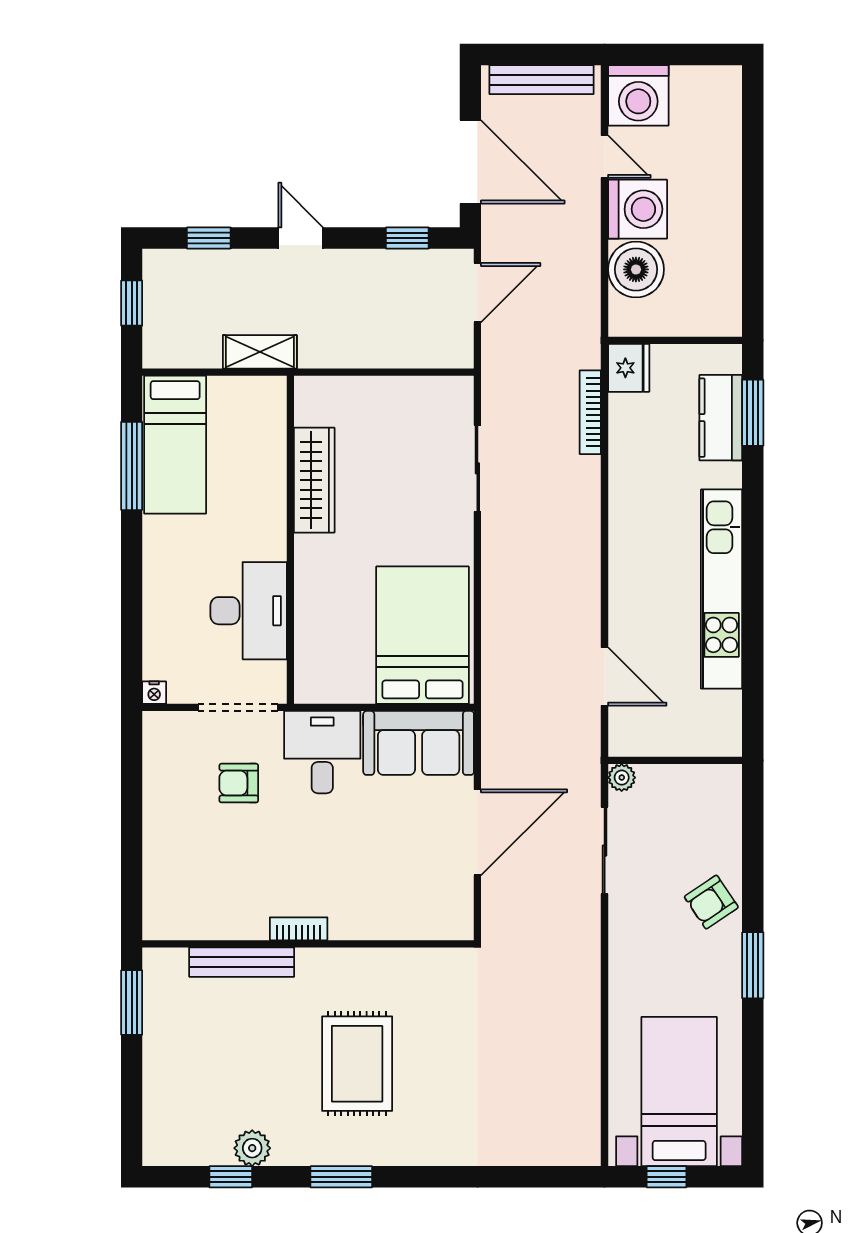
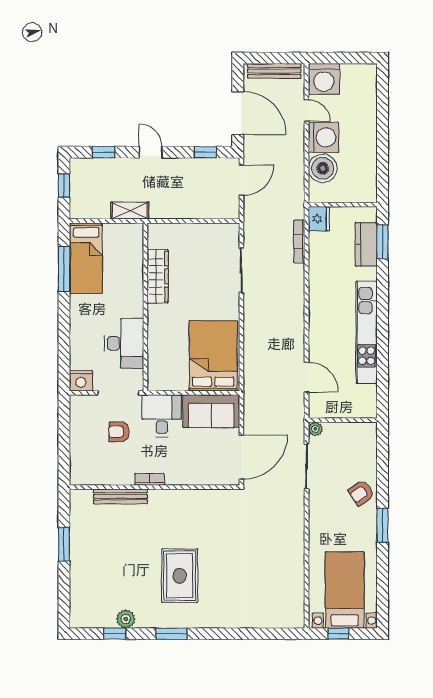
nightstand: (154, 693) -> (81, 381), width x1.89, depth x1.79
bookcase: (299, 929) -> (150, 479), moved
wall: (308, 944) -> (154, 487), moved
bench: (242, 962) -> (120, 496), moved

